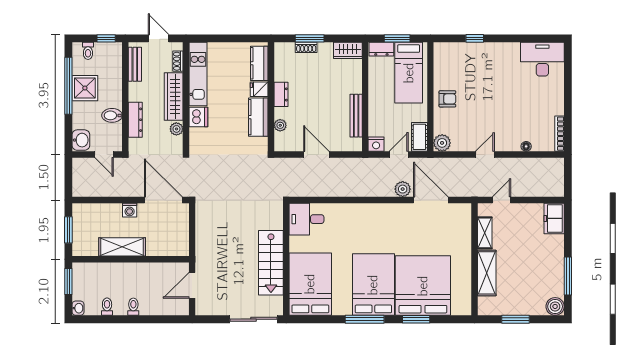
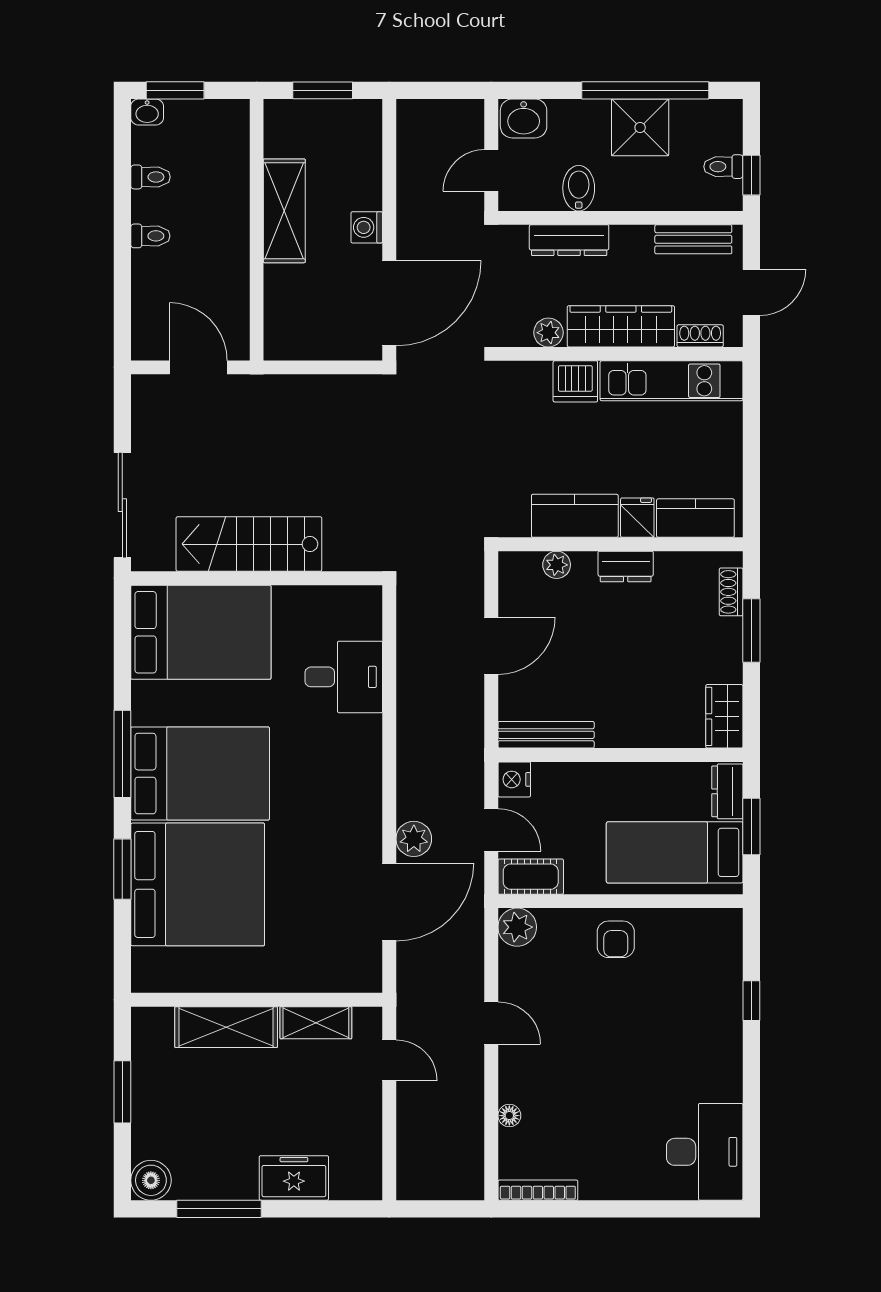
shoe rack: (306, 47) -> (731, 592), moved
toilet: (88, 51) -> (723, 167), moved
bench: (356, 116) -> (546, 735), moved
freezer: (554, 218) -> (294, 1178), moved
desk: (307, 219) -> (344, 677), moved, turned 90
window: (68, 282) -> (175, 90), moved

